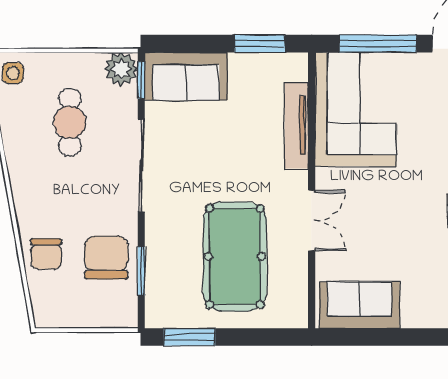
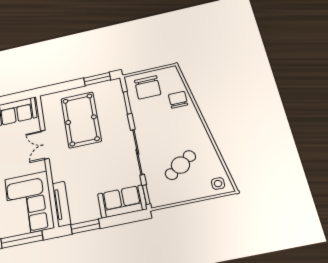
plant: (121, 69) -> (158, 198), removed
cafe table: (70, 122) -> (180, 165), turned 55
tv unit: (297, 125) -> (61, 204), moved
chair: (106, 257) -> (148, 87), moved

